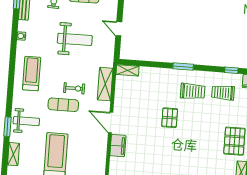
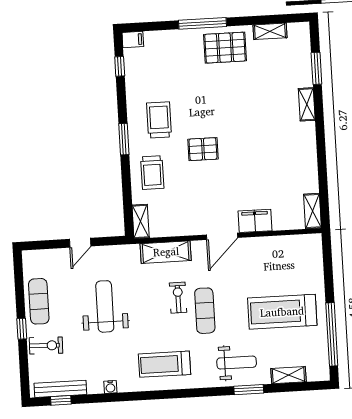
trolley: (223, 93) -> (152, 173), moved
weight bench: (26, 121) -> (237, 363), turned 90

